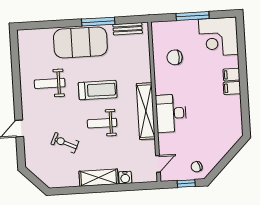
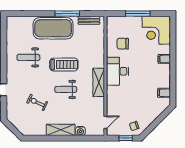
filing cabinet: (232, 88) -> (164, 93), moved
shelving: (146, 111) -> (99, 82), width x0.68
desk: (171, 113) -> (118, 71), moved

